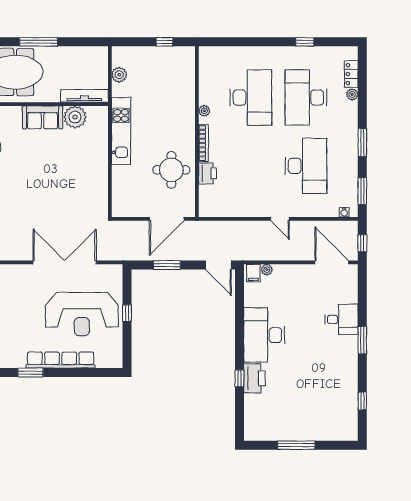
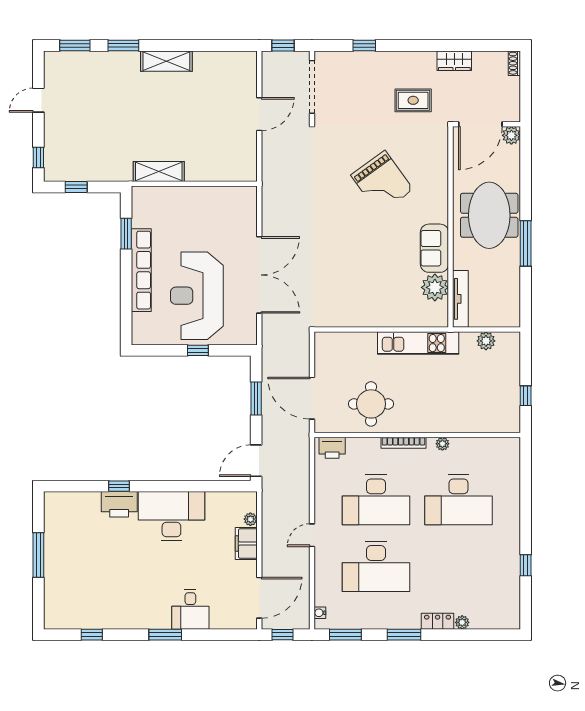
locker: (351, 74) -> (438, 621), moved
desk: (306, 97) -> (376, 500), moved, turned 180
printer: (208, 173) -> (332, 448), moved
filing cabinet: (253, 273) -> (246, 543), moved, width x2.00

